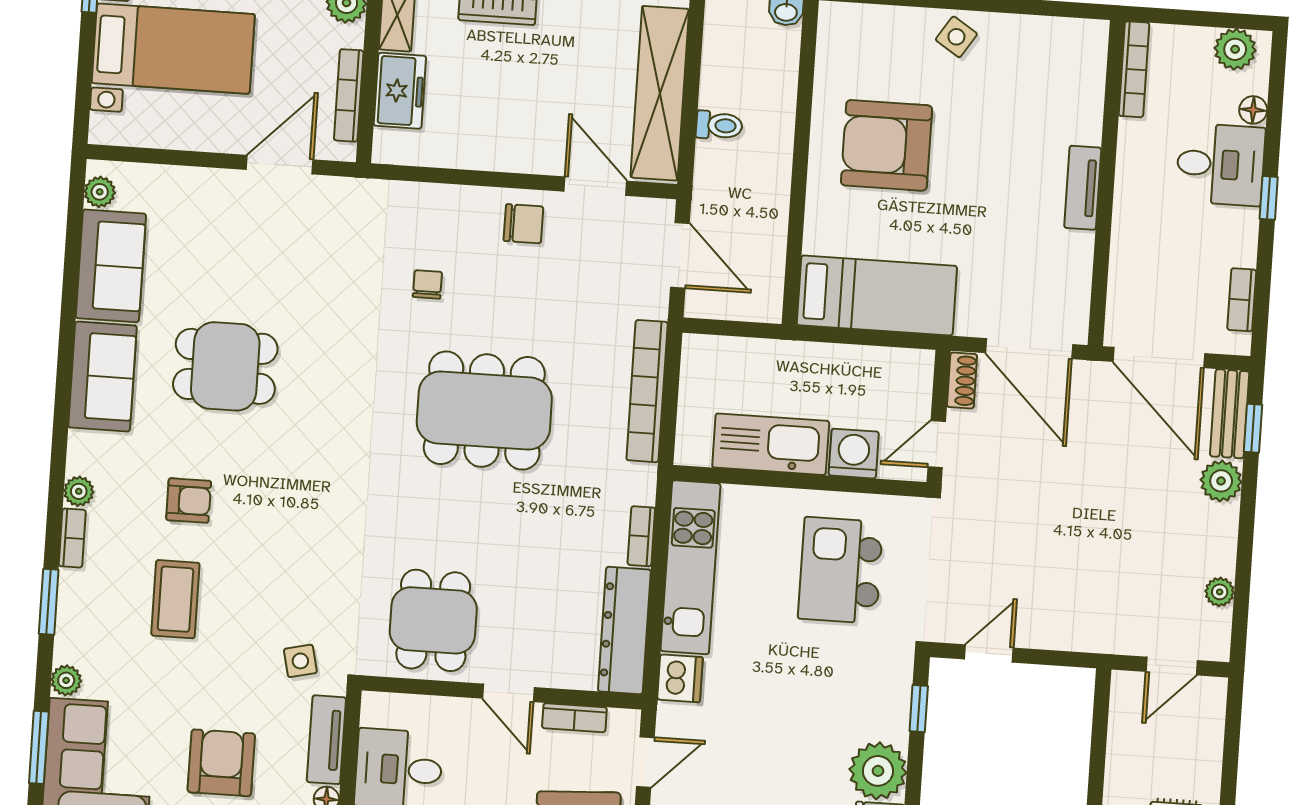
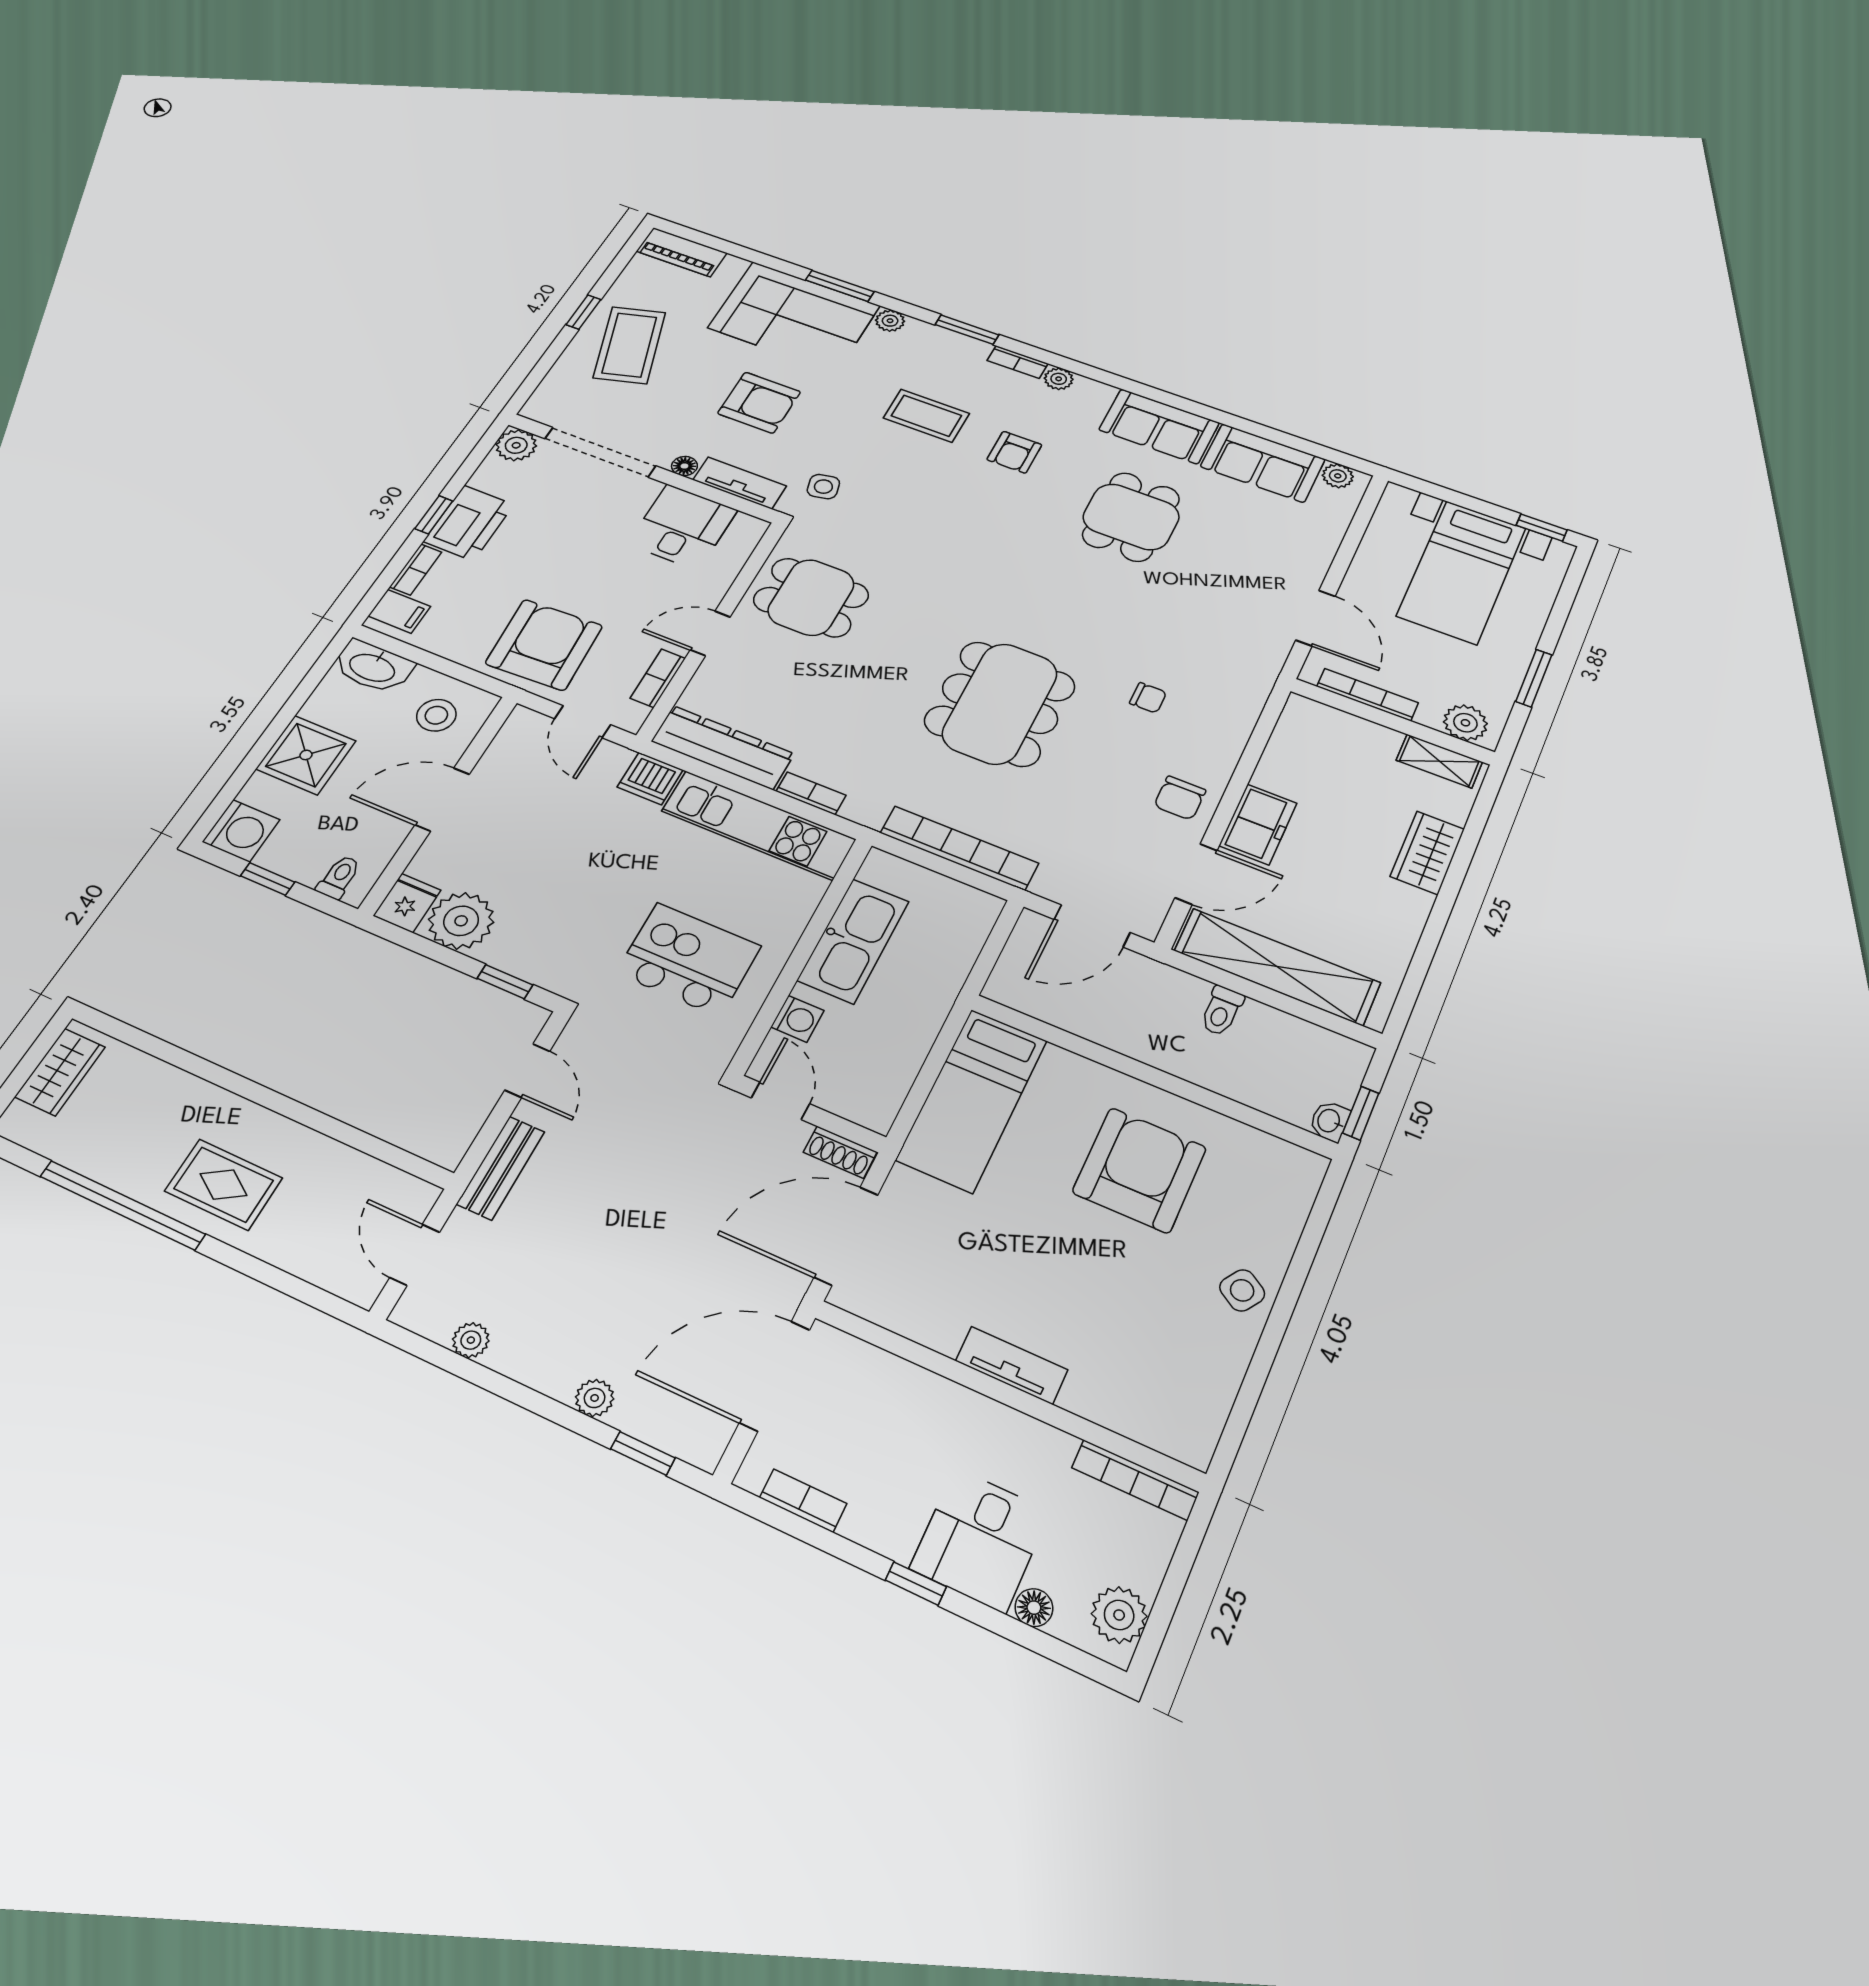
freezer: (400, 91) -> (1258, 824), moved, turned -90
bench: (1230, 414) -> (501, 1168), moved, turned 90
washing machine: (854, 454) -> (797, 1019), width x0.73, depth x0.73
plant: (1221, 481) -> (595, 1398), width x0.73, depth x0.73

